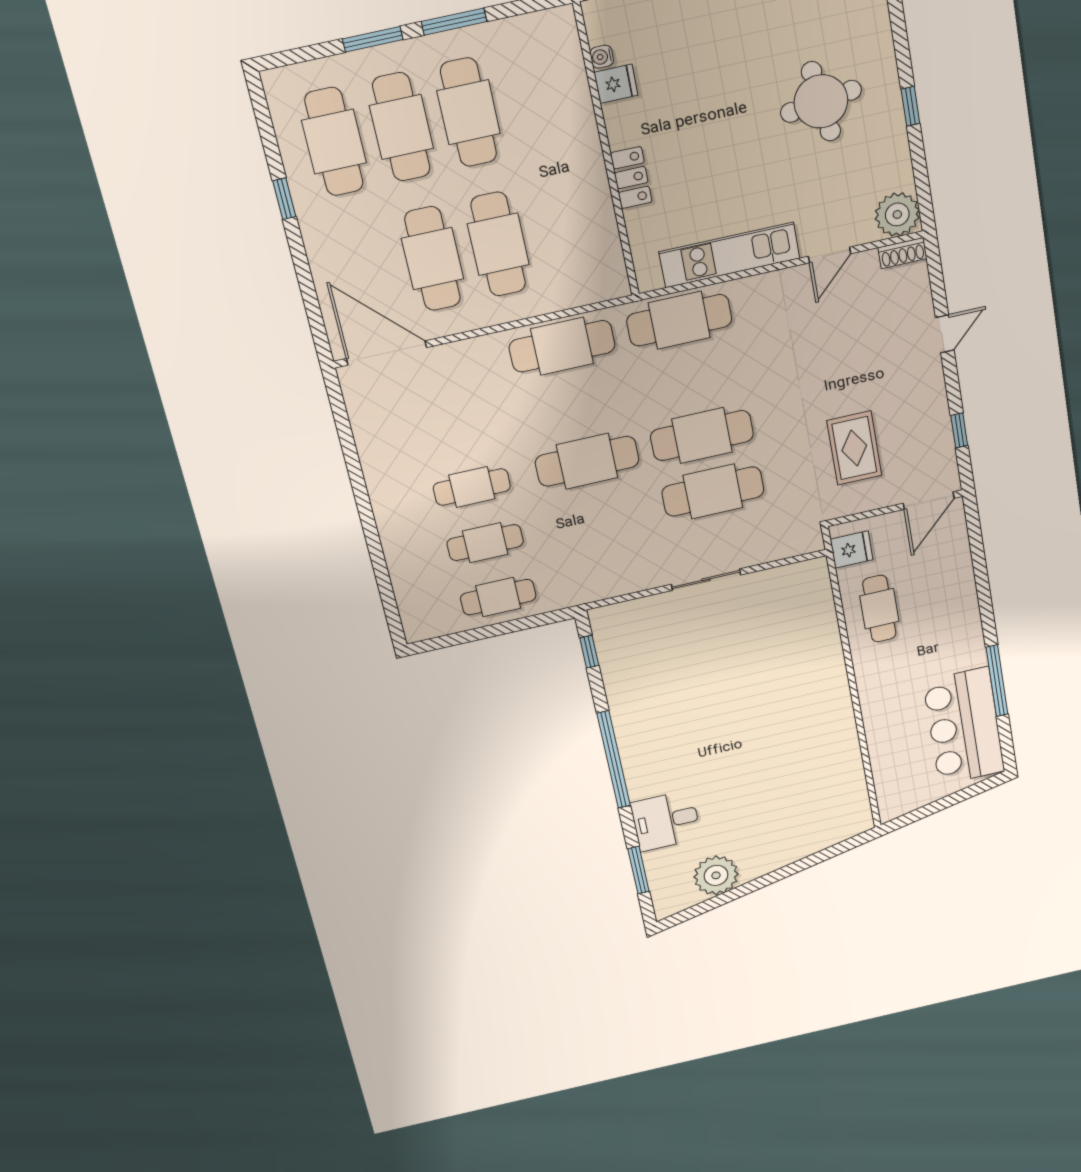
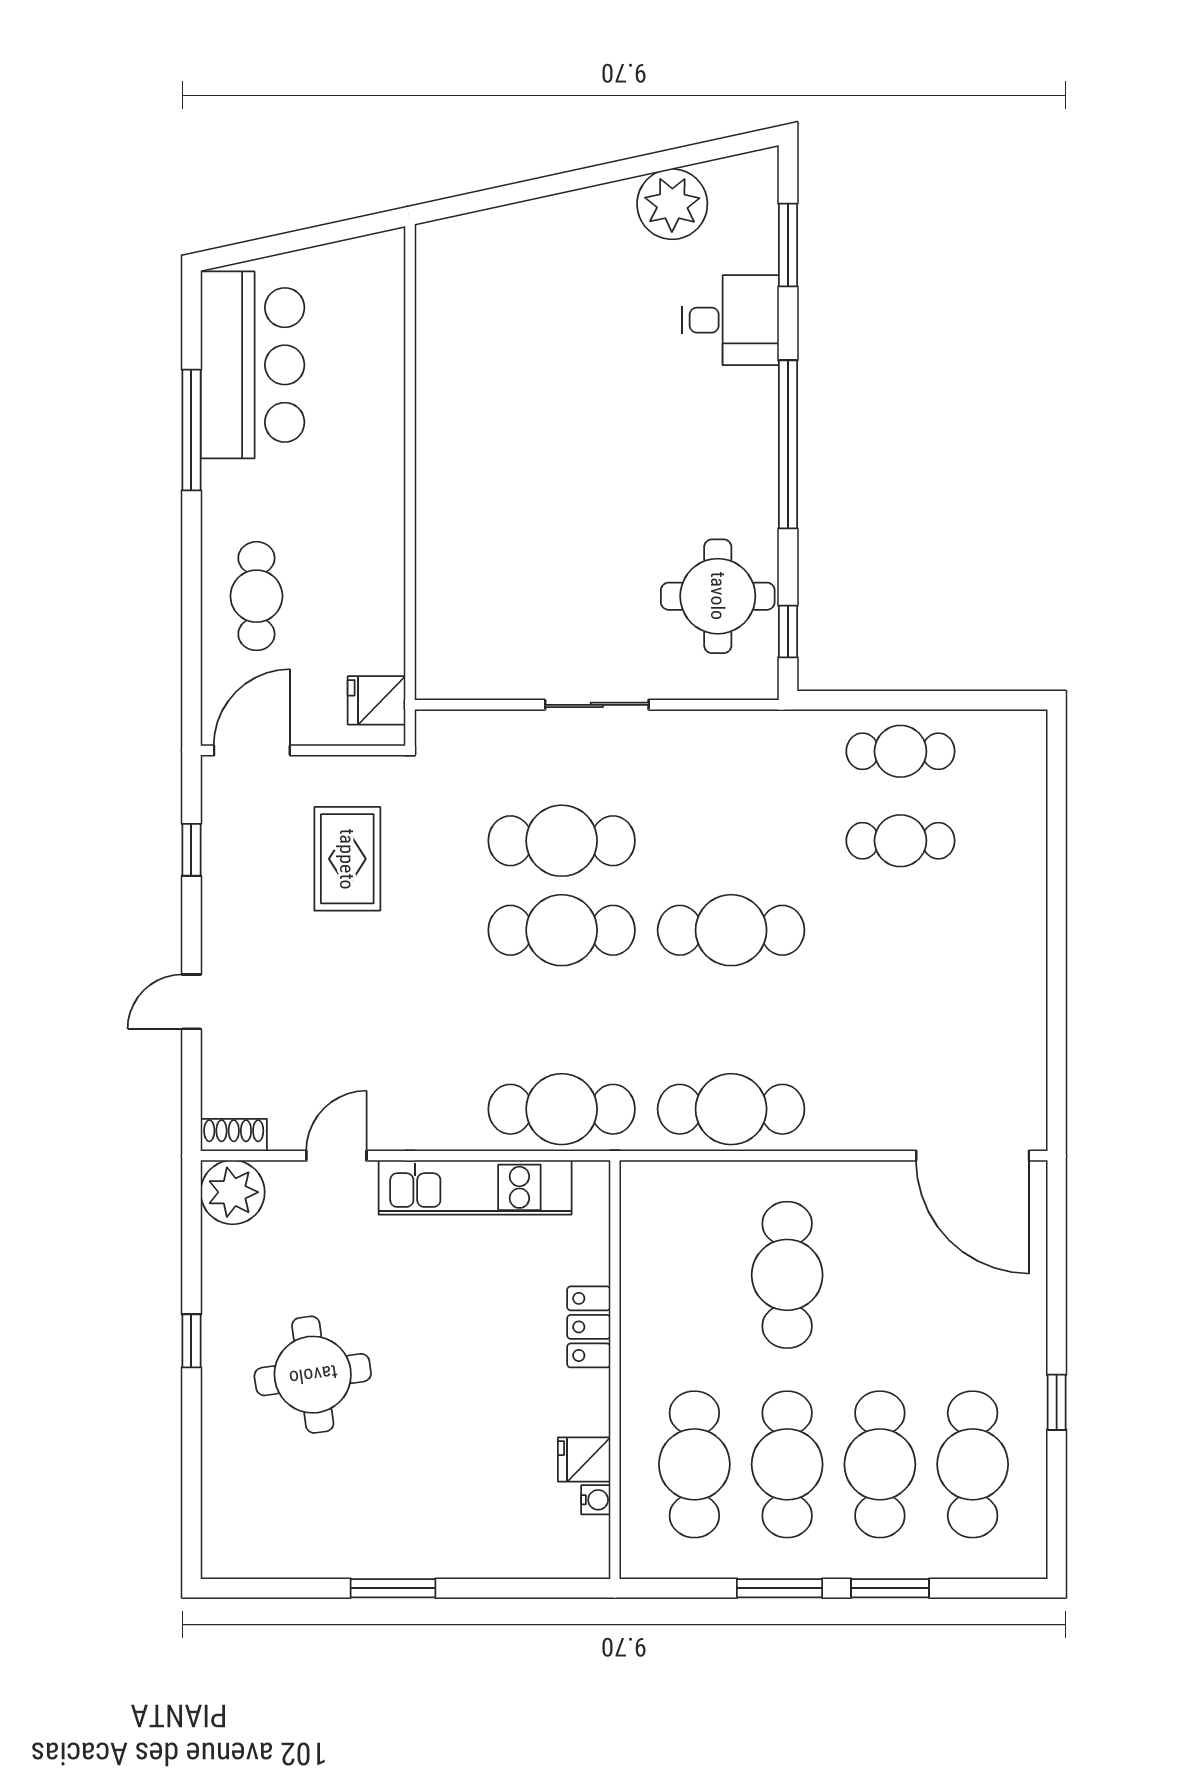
cafe table: (433, 259) -> (694, 1464), moved
cafe table: (472, 487) -> (900, 930), removed
cafe table: (879, 609) -> (256, 596), moved
round table: (640, 662) -> (718, 596), added

